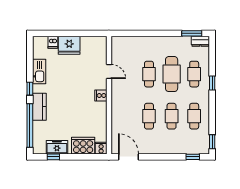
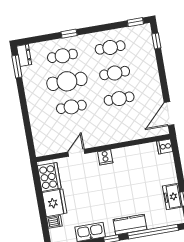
cooker: (83, 146) -> (49, 177), moved, turned 180

